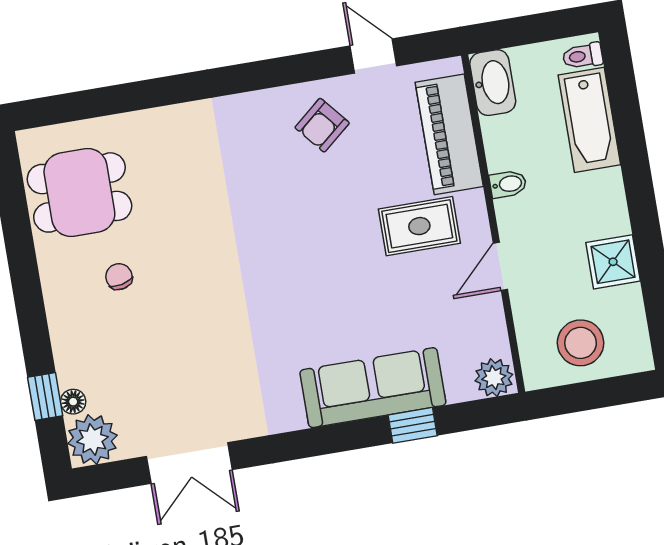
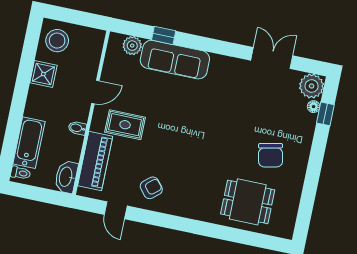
dining table: (79, 192) -> (248, 202), moved
chair: (119, 277) -> (271, 155), width x1.87, depth x1.87
stool: (581, 343) -> (57, 41), moved
plant: (494, 378) -> (132, 46), moved

